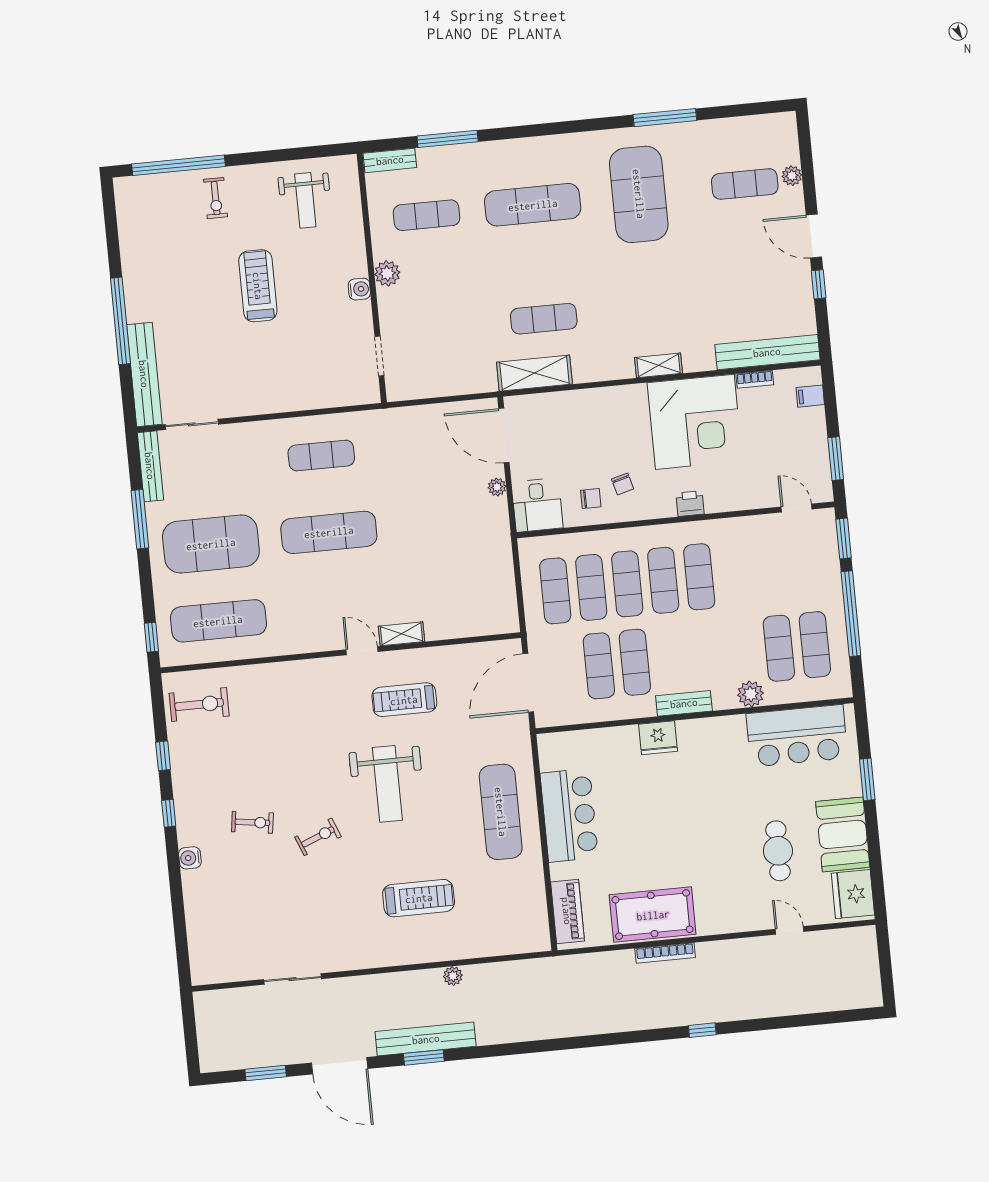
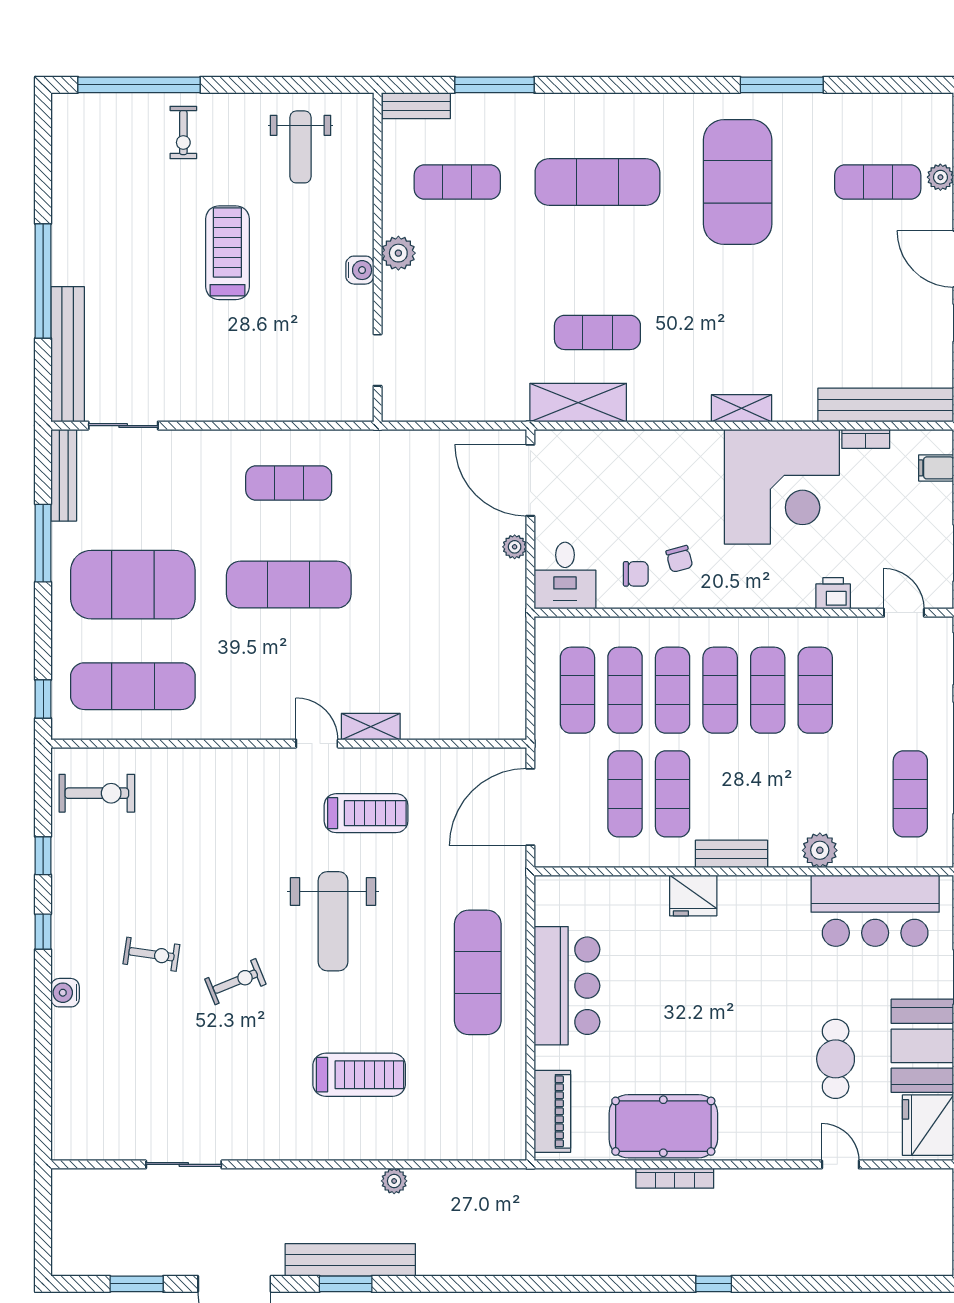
printer: (690, 504) -> (833, 593), moved
exercise mat: (779, 648) -> (815, 690), moved
treadmill: (404, 700) -> (366, 813), turned 180

